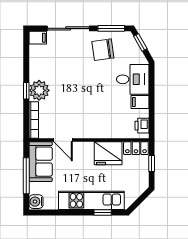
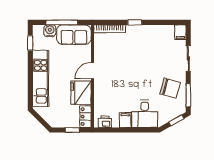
sliding door: (68, 28) -> (188, 58), width x0.73
chair: (103, 50) -> (170, 88), turned 113
plant: (39, 90) -> (135, 33), removed
door: (63, 140) -> (92, 71), moved
water cooler: (36, 202) -> (50, 31), moved
window: (103, 212) -> (30, 43), moved

